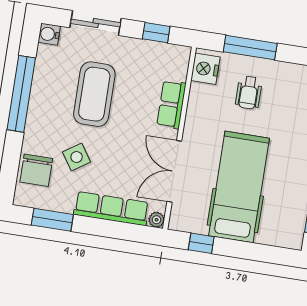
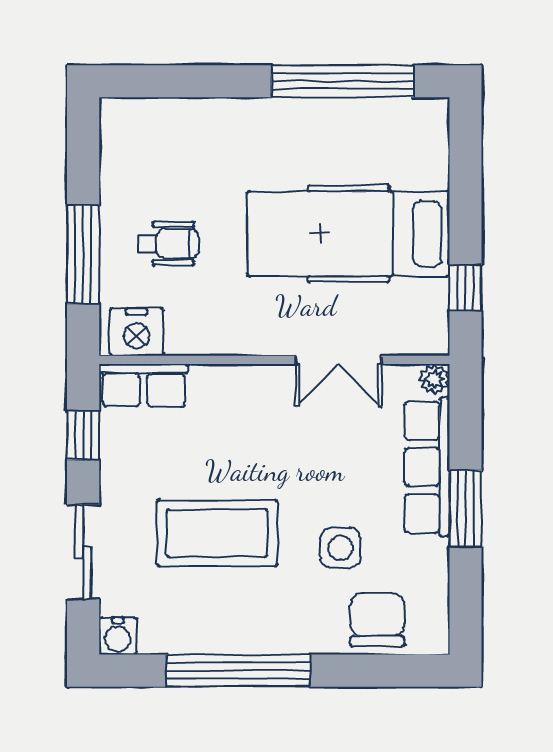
row of seats: (171, 104) -> (144, 385), moved
side table: (77, 157) -> (340, 548), turned 34
chair: (36, 170) -> (377, 620), turned -90
double door: (174, 171) -> (338, 360), width x0.73
window: (52, 220) -> (465, 509), moved

